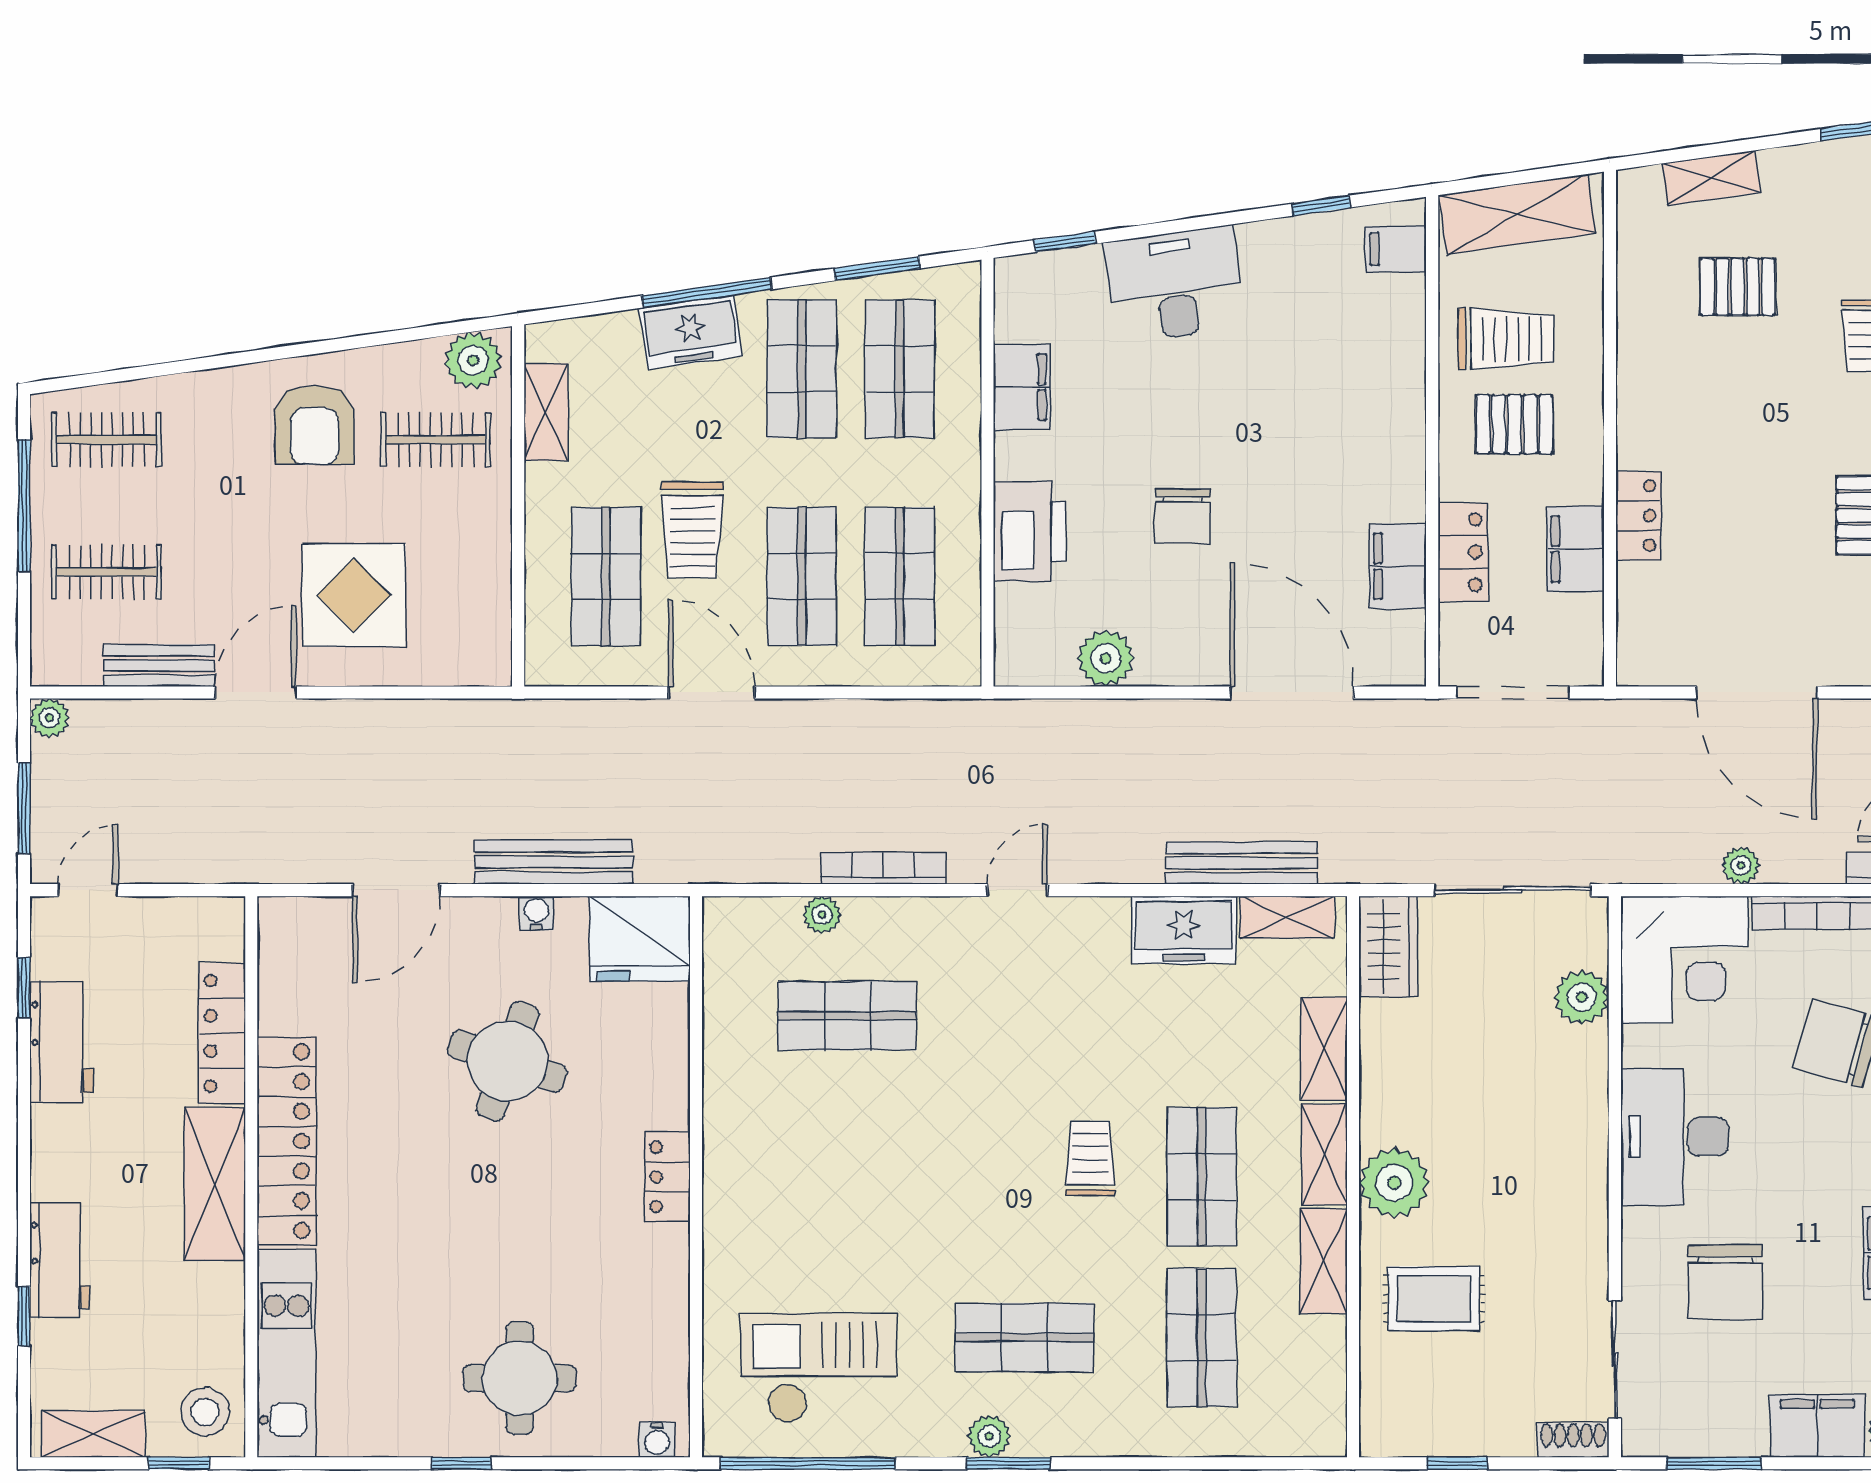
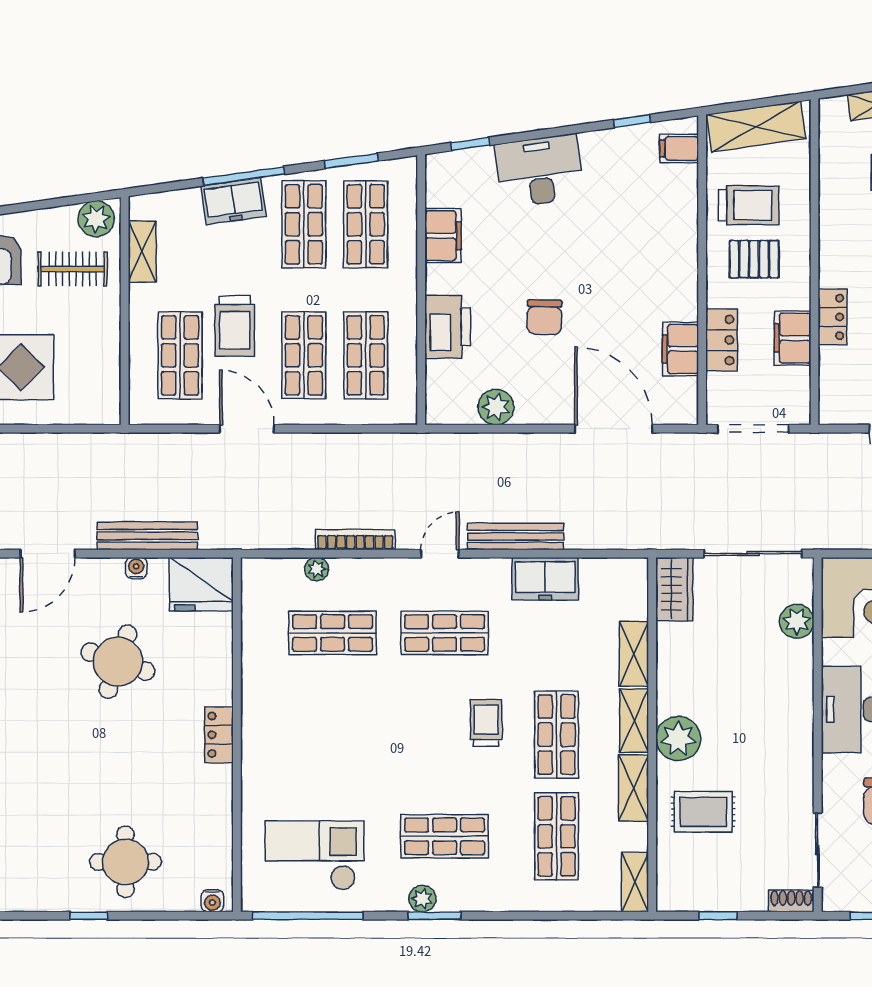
bench: (1241, 863) -> (515, 536), moved
shelving: (1287, 917) -> (635, 882), moved, turned 90
shop shelf: (1024, 1016) -> (445, 633), added

